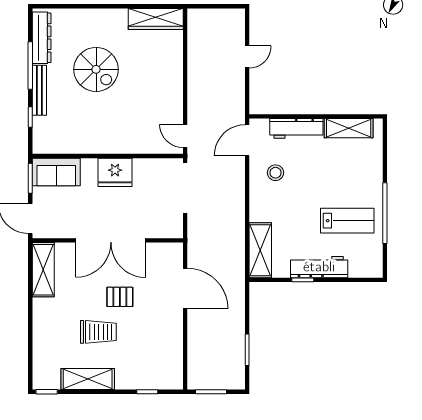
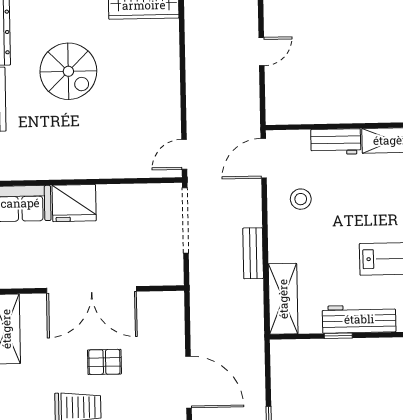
workbench: (296, 128) -> (336, 142), width x0.73
door: (185, 136) -> (184, 154), hinge flipped
fridge: (115, 172) -> (74, 203), moved
bench: (237, 214) -> (253, 253), added
door: (185, 288) -> (189, 382), moved

